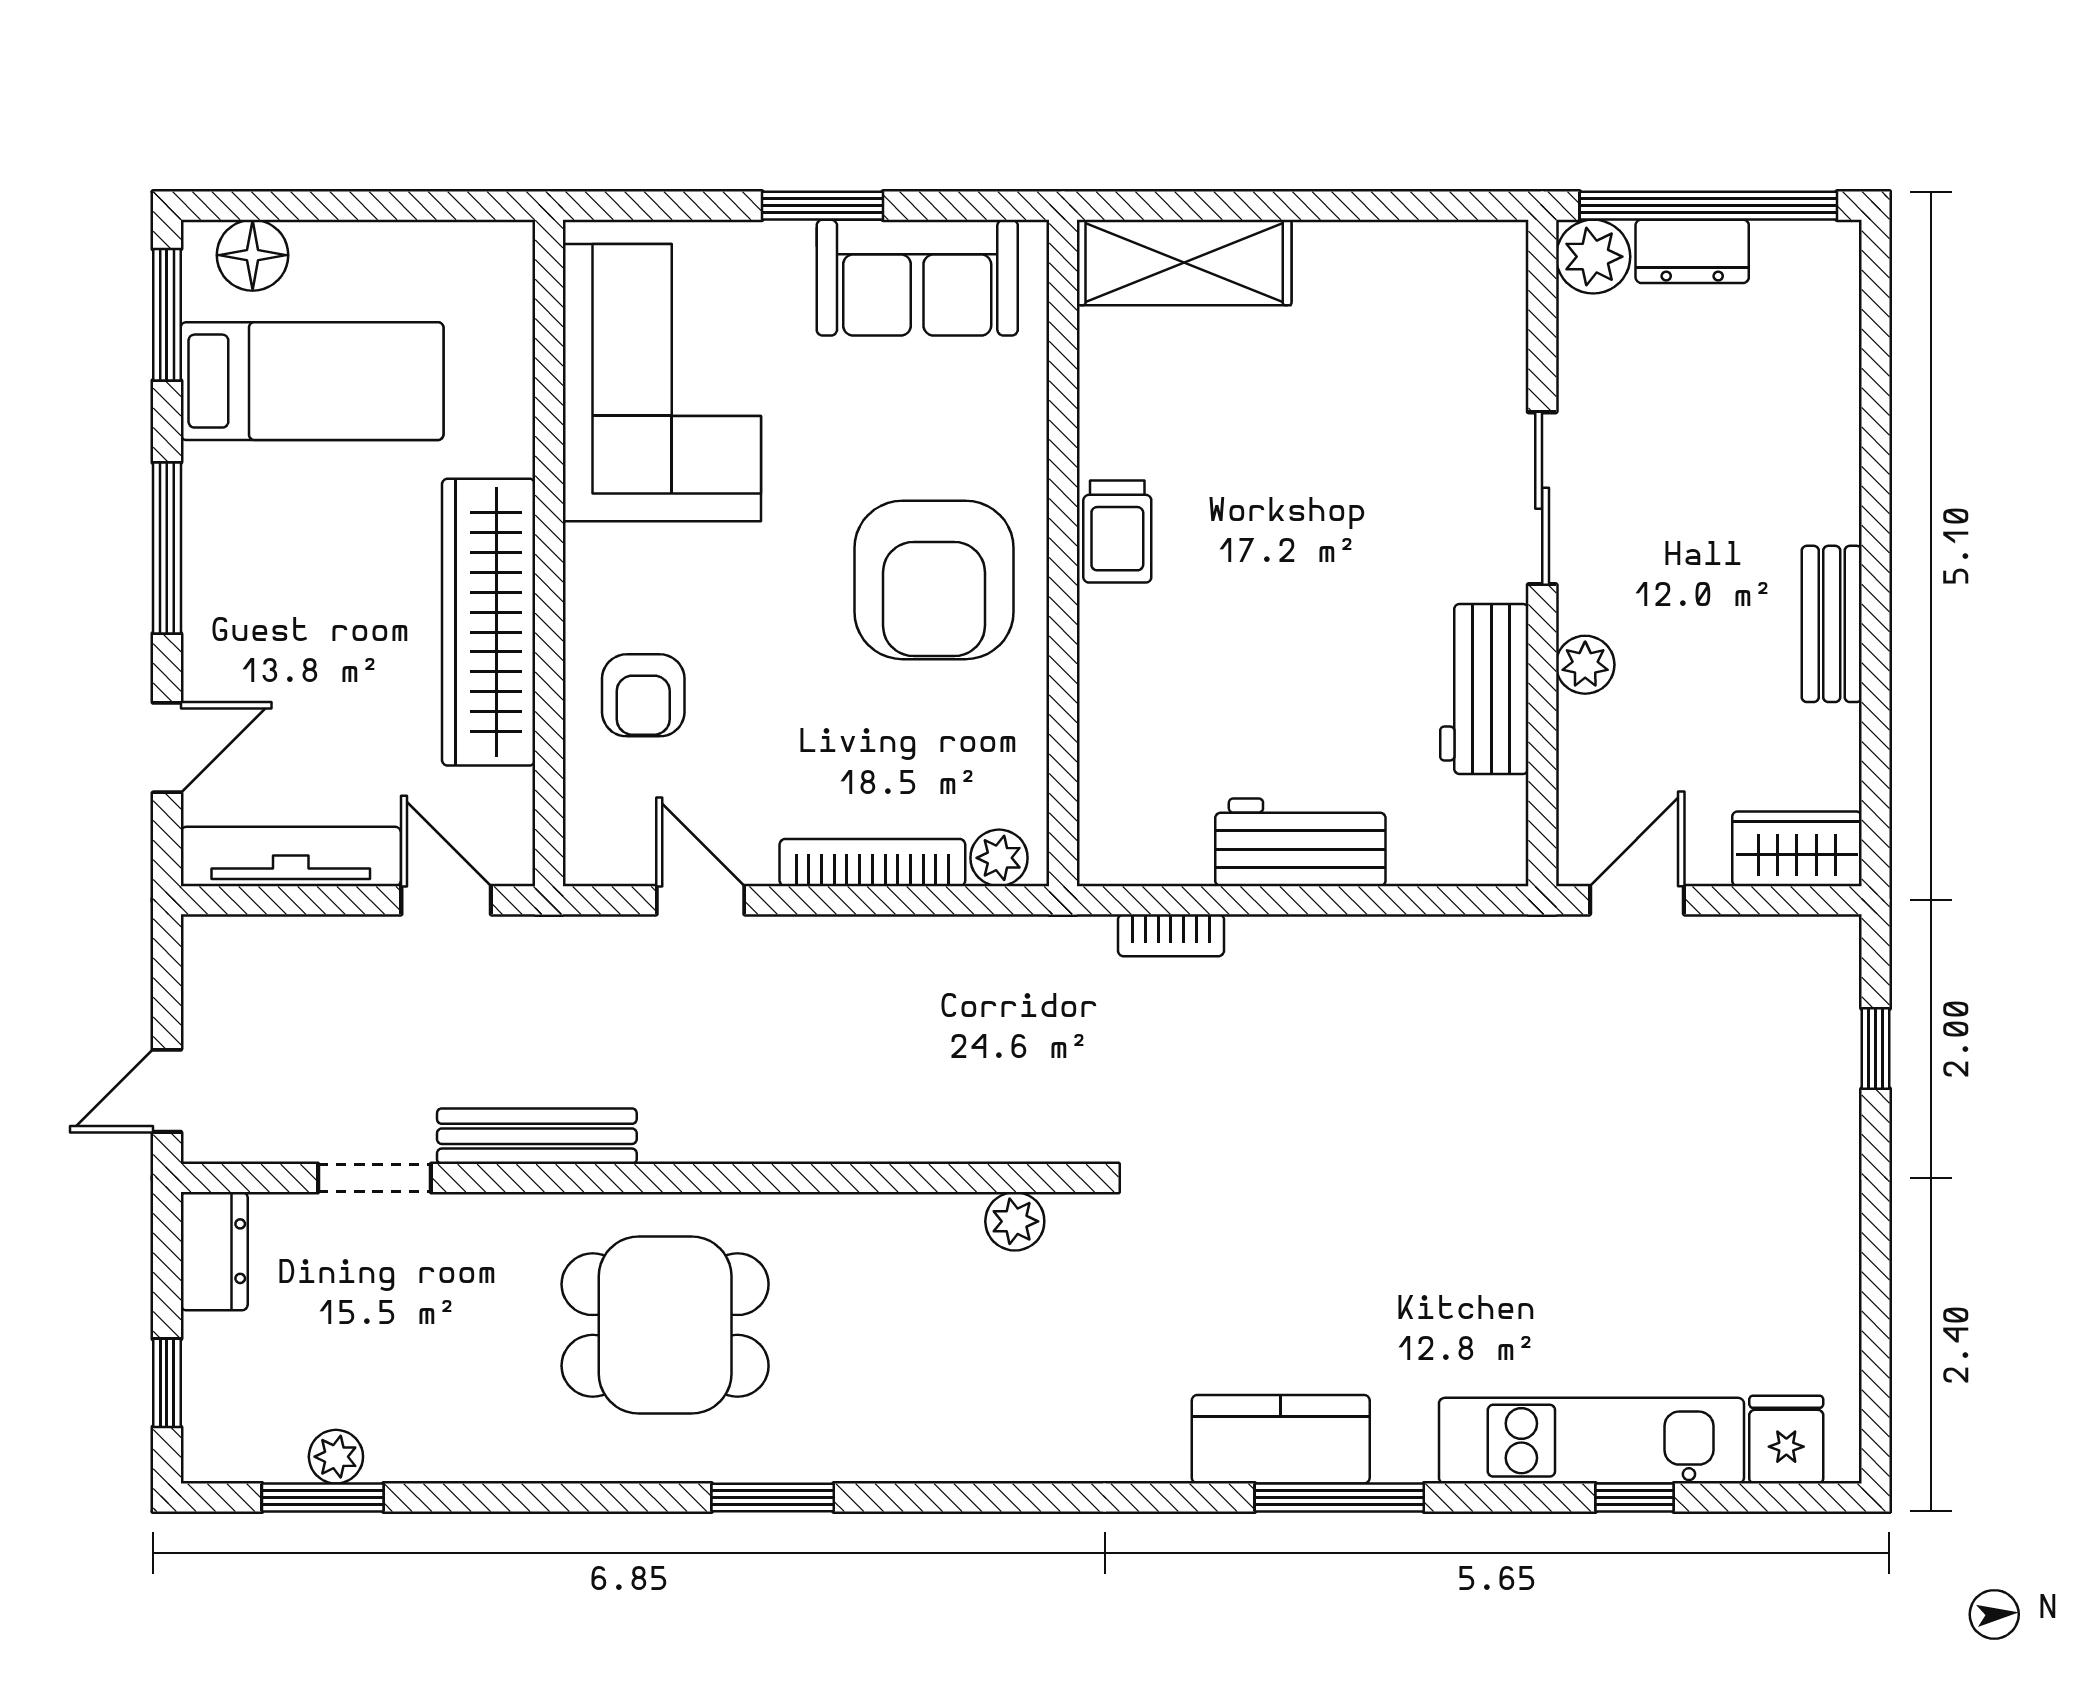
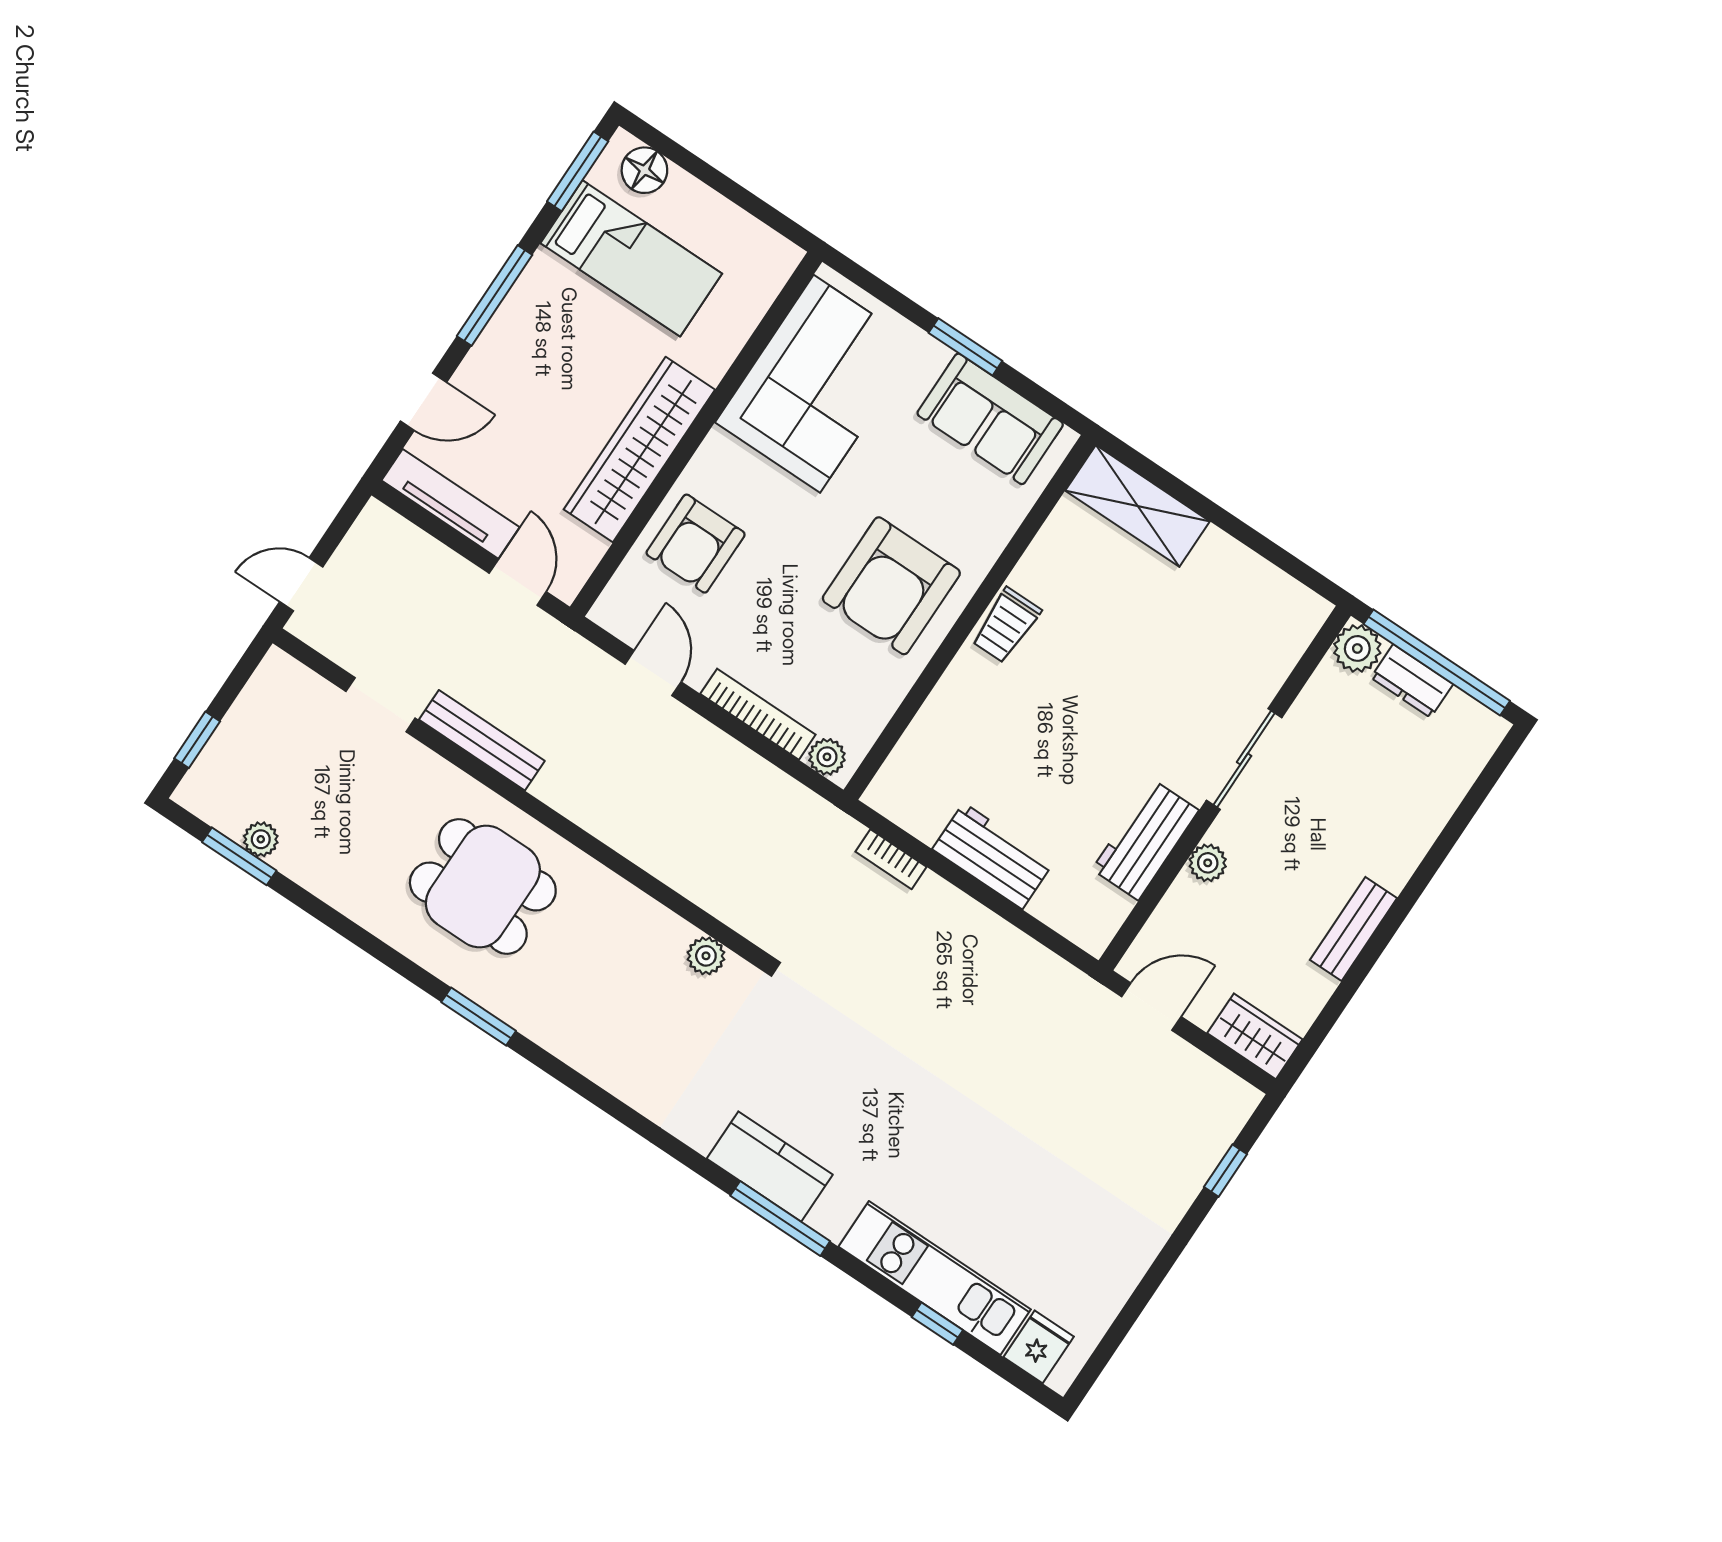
armchair: (643, 695) -> (696, 544), width x1.38, depth x1.38
dresser: (214, 1251) -> (269, 687), removed

